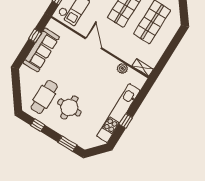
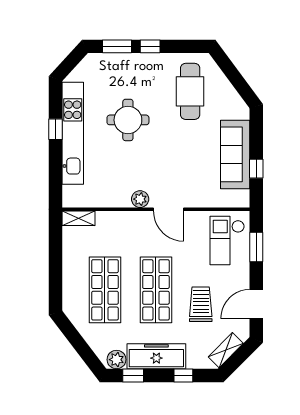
plant: (122, 68) -> (140, 199), moved
round table: (69, 107) -> (128, 120), moved
window: (38, 125) -> (150, 46), moved

